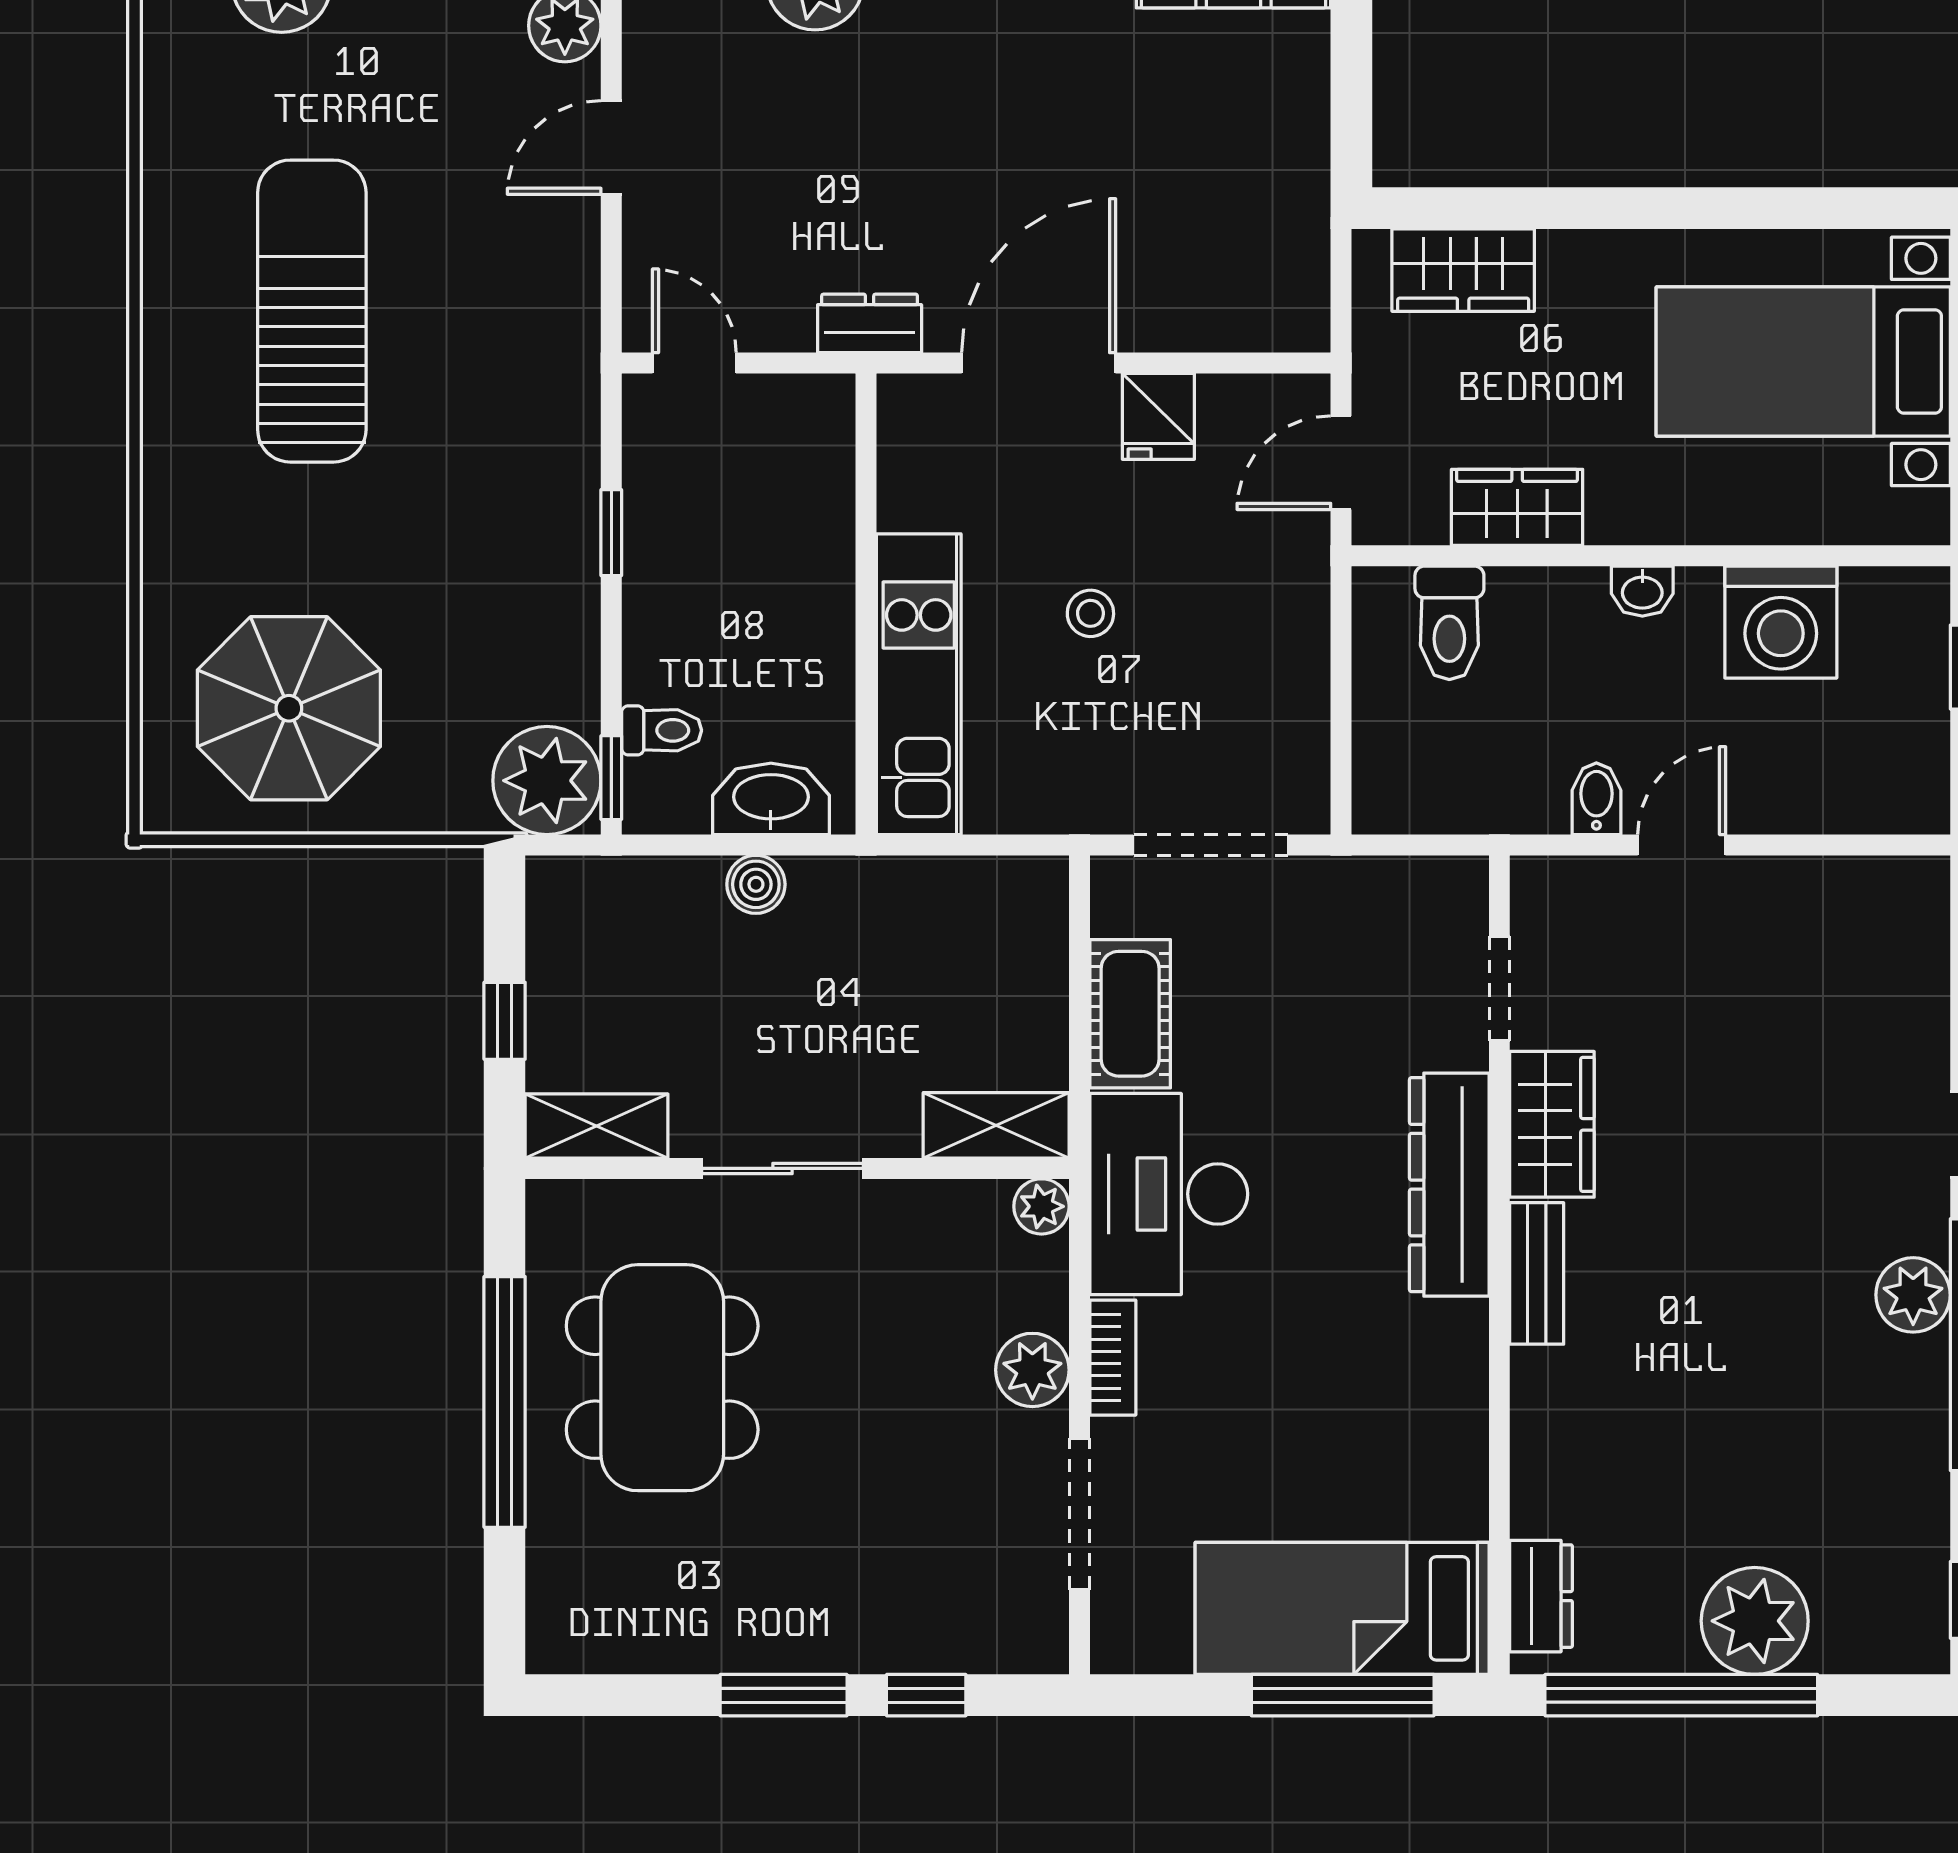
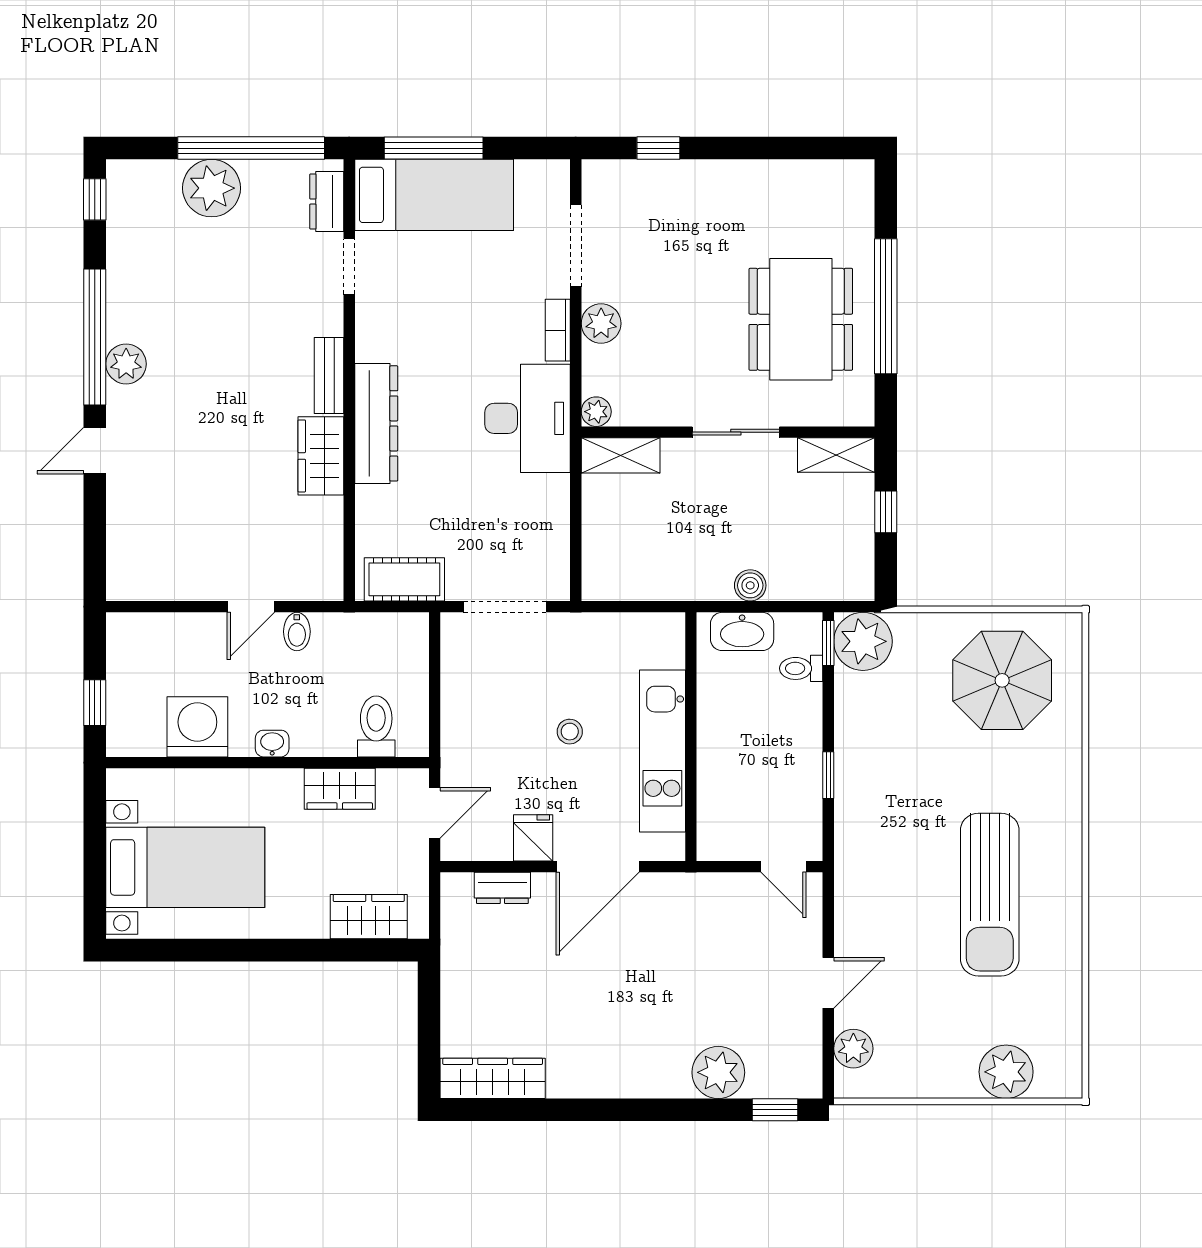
dresser: (870, 323) -> (502, 888), moved
kitchen unit: (919, 684) -> (662, 751), moved
doorway: (1499, 989) -> (349, 267), moved
cot: (1130, 1014) -> (404, 579), moved, turned 90
window: (784, 1695) -> (735, 148), removed

